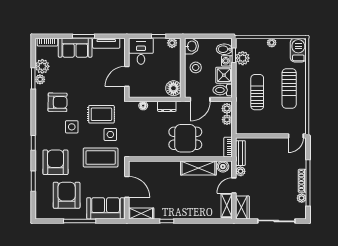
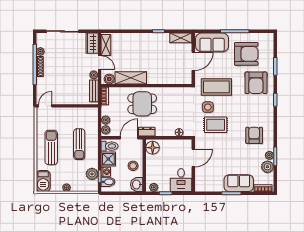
tv unit: (106, 43) -> (211, 187), removed
armchair: (58, 102) -> (254, 135), turned 89
dresser: (167, 106) -> (147, 132), moved
side table: (72, 127) -> (242, 114), removed
door: (234, 186) -> (100, 62), hinge flipped
door: (127, 187) -> (193, 61), swing flipped
armchair: (67, 195) -> (246, 54), turned -90

